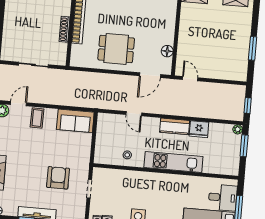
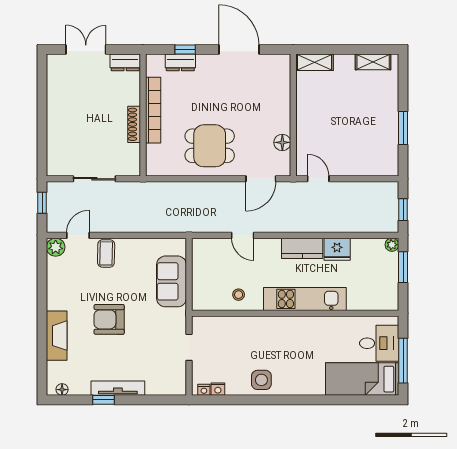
sofa: (75, 121) -> (171, 281), moved, turned 90
armchair: (58, 178) -> (109, 319), moved, turned -90

